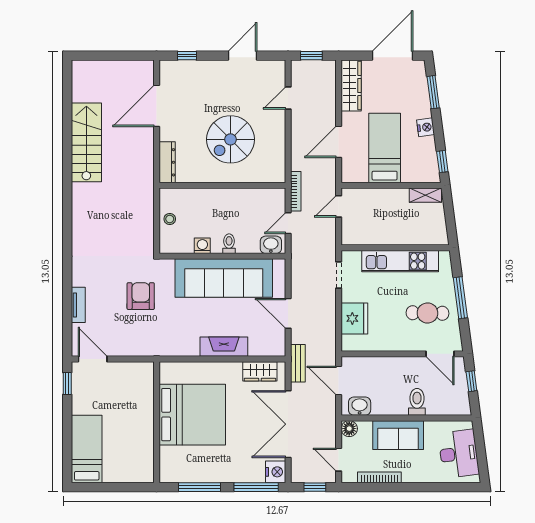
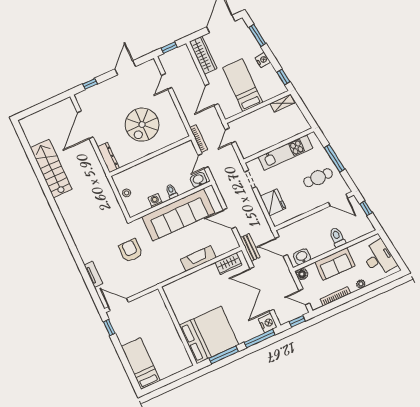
bed: (192, 415) -> (209, 335), moved
plant: (420, 476) -> (361, 284), added

